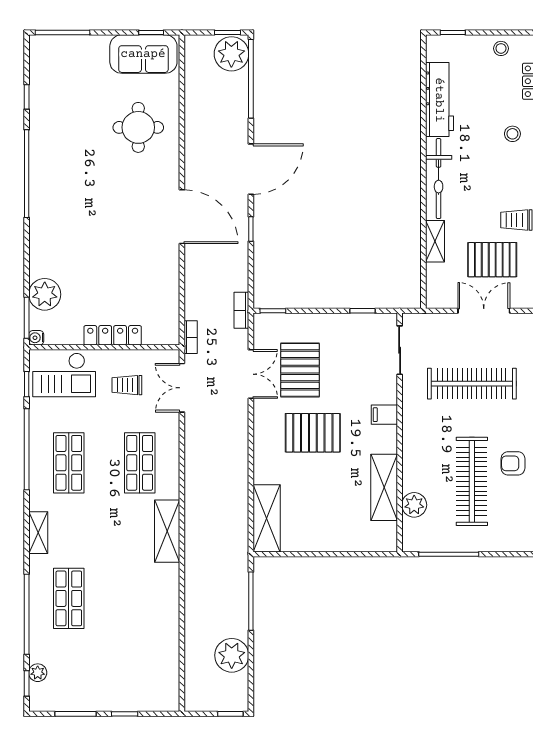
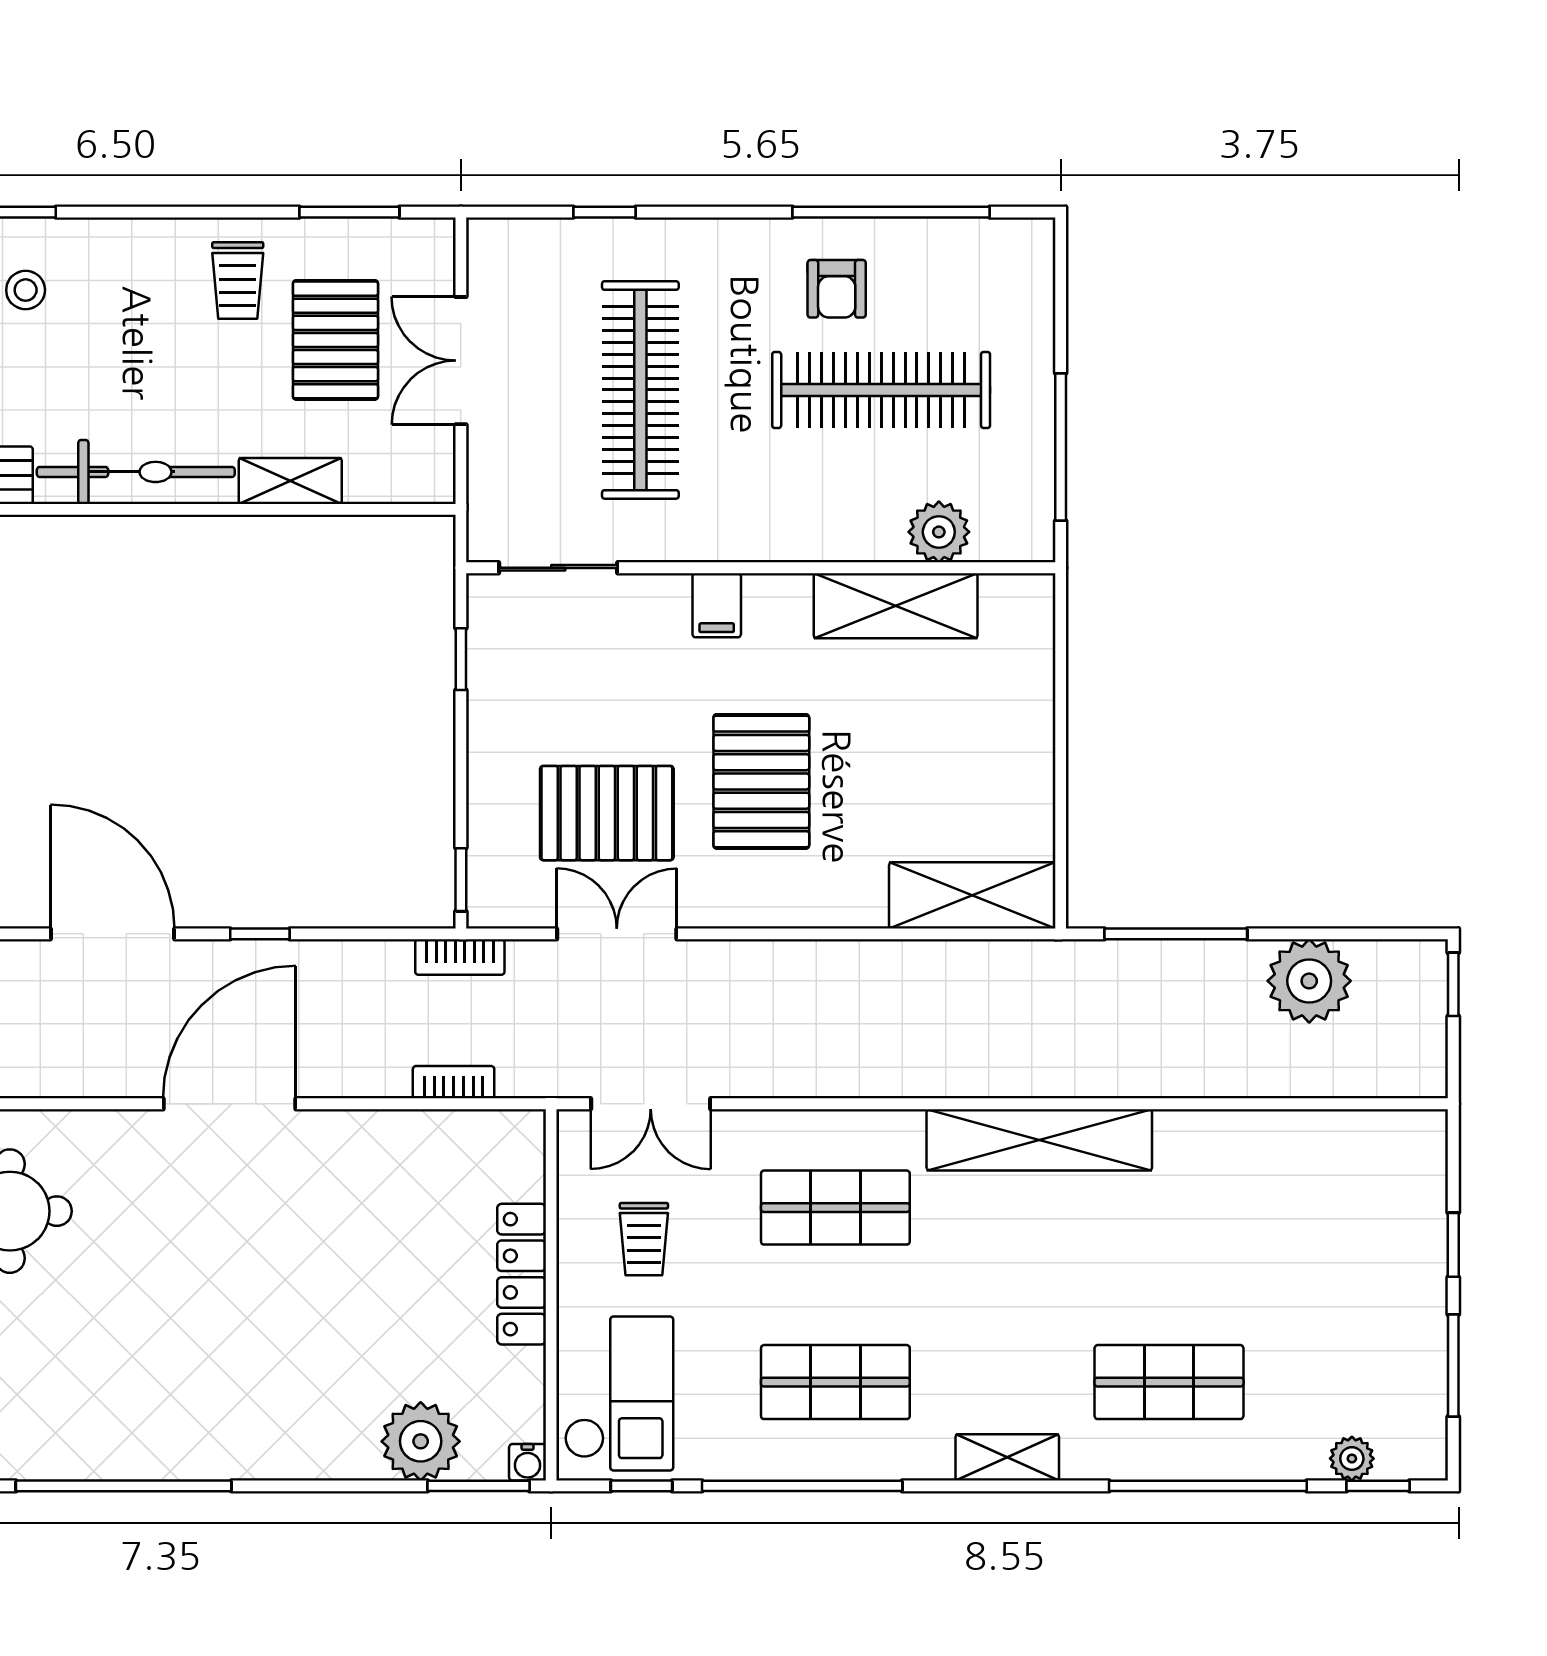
bookcase: (191, 337) -> (454, 1082), moved
shelving: (167, 531) -> (1039, 1140), width x1.47

